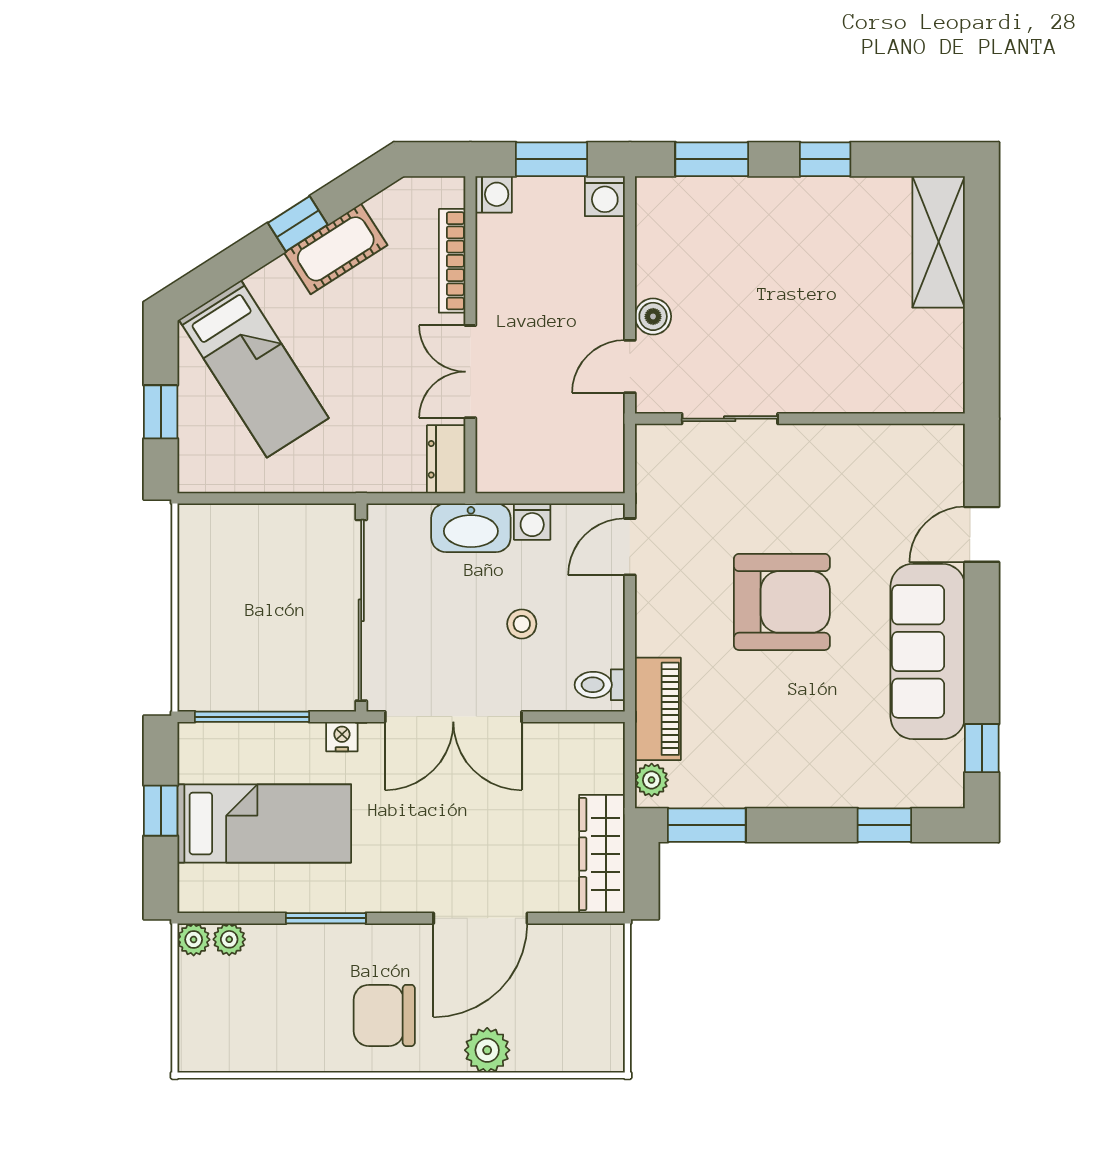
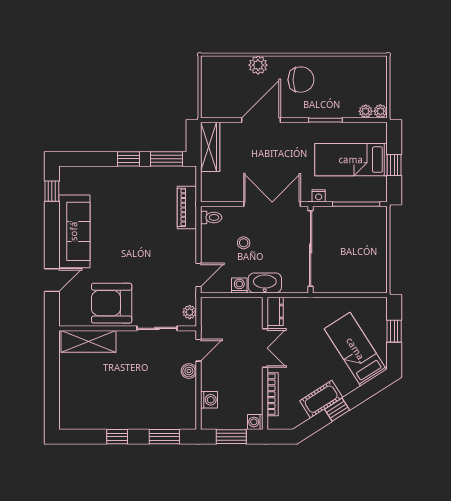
washing machine: (605, 196) -> (209, 400), moved, turned 90
shelving: (939, 242) -> (89, 341), moved, turned 90
armchair: (782, 602) -> (112, 303), moved
plant: (652, 780) -> (190, 312), moved
window: (884, 825) -> (129, 159), moved

